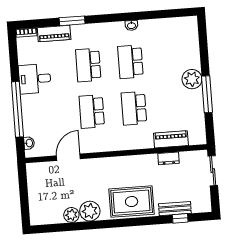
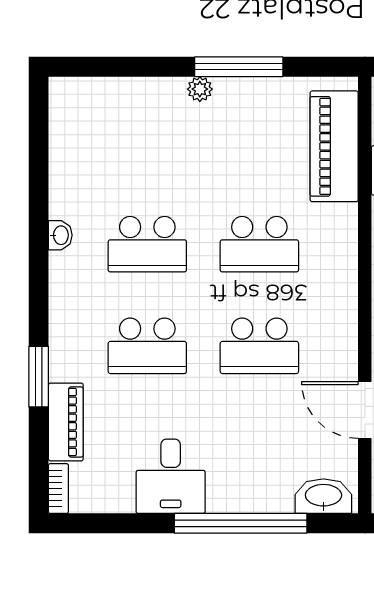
plant: (192, 79) -> (200, 89), width x0.53, depth x0.53
piano: (171, 139) -> (334, 146), width x1.37, depth x1.33
washbasin: (29, 143) -> (323, 496), width x1.91, depth x1.45

